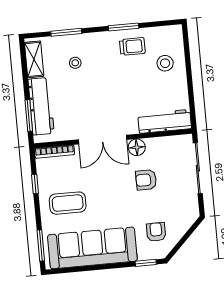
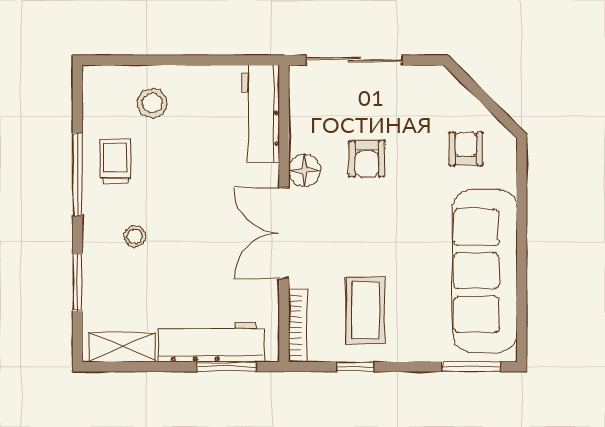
window: (123, 27) -> (77, 174), width x1.44
stool: (75, 63) -> (135, 236), moved
double door: (103, 140) -> (284, 233), swing flipped
coffee table: (68, 203) -> (365, 310), moved
armchair: (156, 232) -> (466, 149), turned 90
window: (146, 263) -> (522, 174), removed

